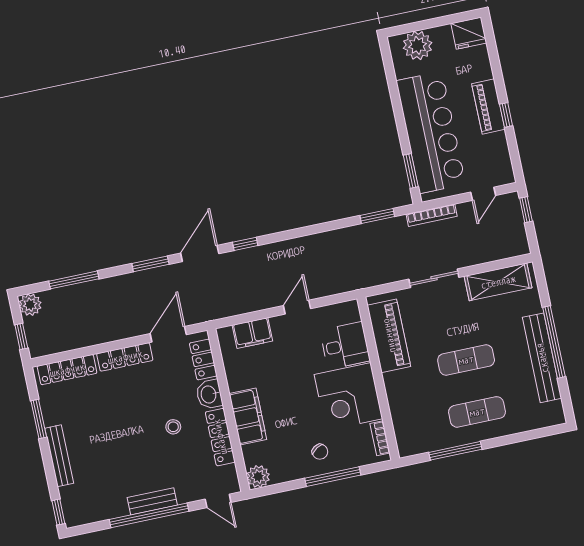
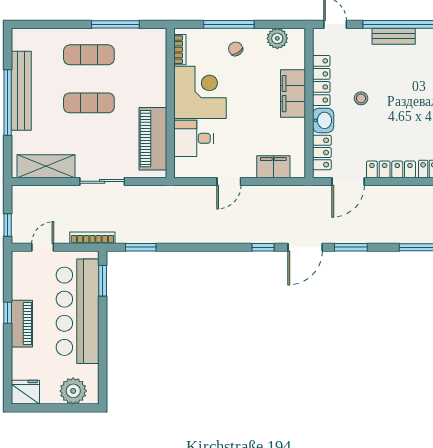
plant: (258, 477) -> (277, 38), moved

